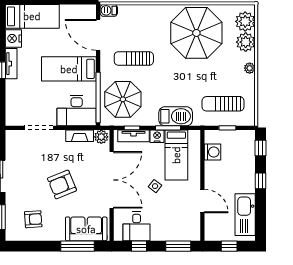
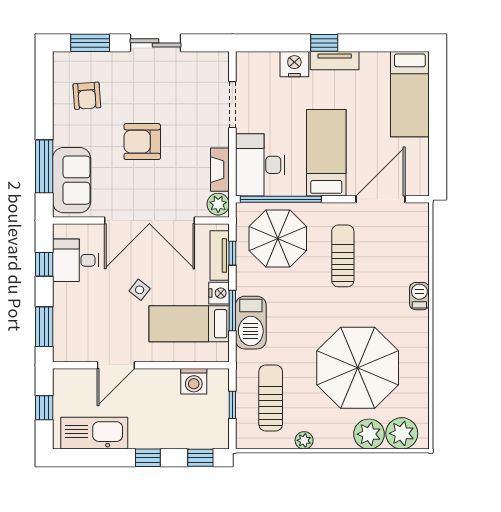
barbecue: (109, 10) -> (419, 296), moved
parasol: (196, 33) -> (358, 368), moved
nightstand: (13, 38) -> (294, 64), moved
plant: (250, 68) -> (304, 440), moved
armchair: (62, 184) -> (142, 142), turned -68

